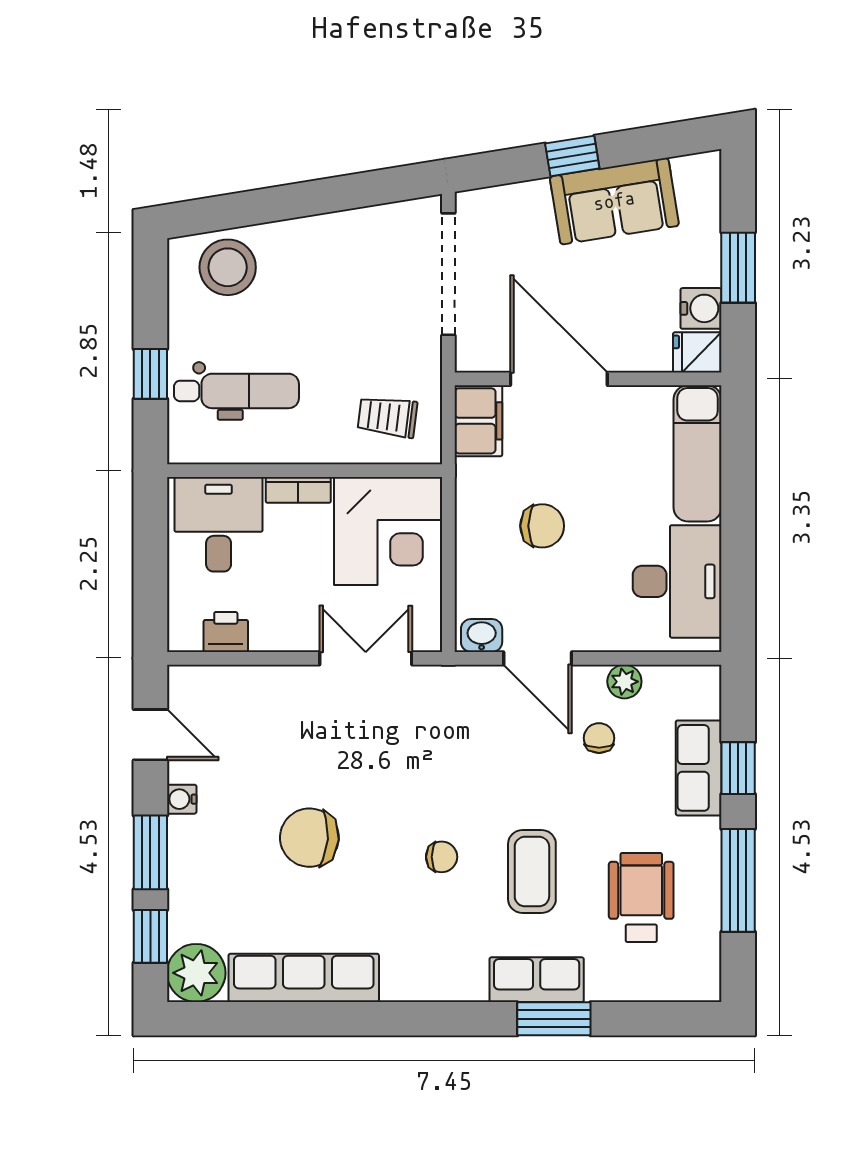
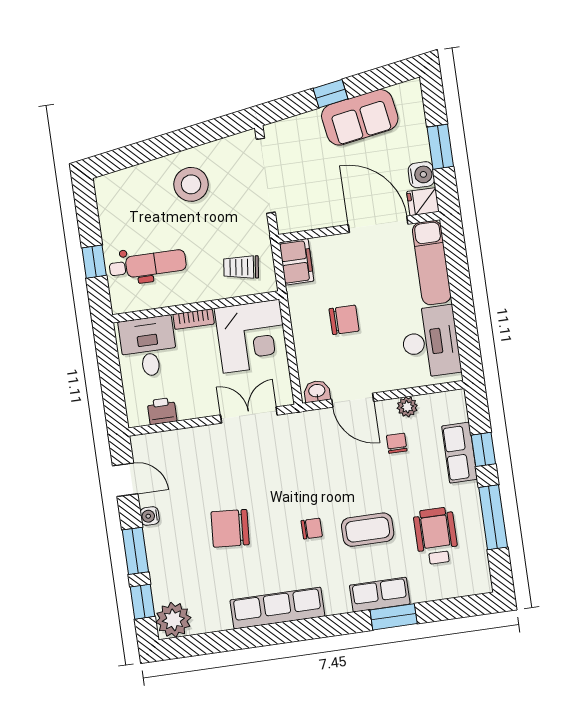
stool: (228, 267) -> (191, 184), moved
door: (559, 379) -> (378, 224), moved
coffee table: (532, 872) -> (368, 530), turned 90
row of seats: (304, 978) -> (277, 608), moved

